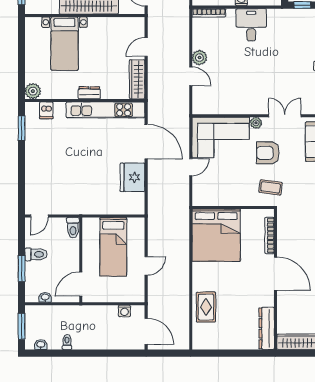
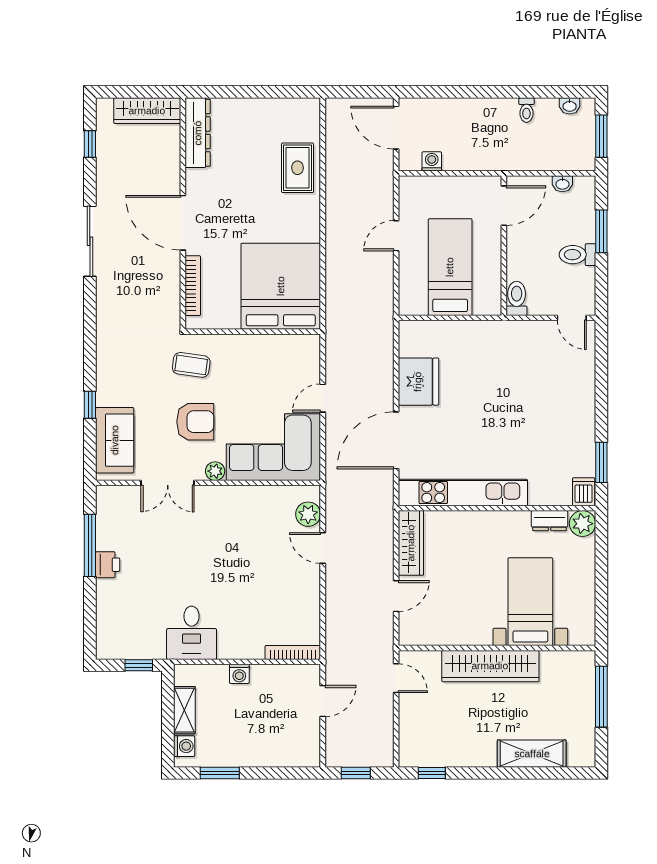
desk: (251, 25) -> (192, 633), moved
plant: (200, 58) -> (308, 514), moved
dresser: (89, 93) -> (550, 521), moved
dishwasher: (46, 110) -> (584, 492), moved
door: (146, 142) -> (396, 440), hinge flipped
door: (39, 216) -> (572, 318), swing flipped

